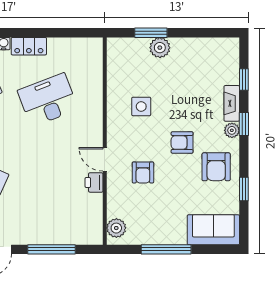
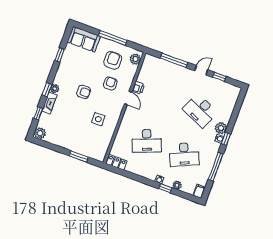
locker: (29, 46) -> (116, 162), moved
plant: (160, 48) -> (40, 133), moved
armchair: (216, 167) -> (113, 60), moved

